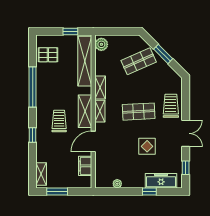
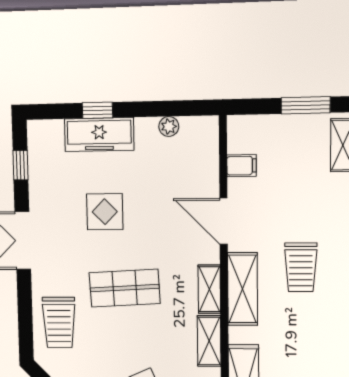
trolley: (171, 106) -> (59, 322), moved
door: (93, 142) -> (224, 221), swing flipped
filing cabinet: (85, 166) -> (242, 166), width x0.50
freezer: (161, 181) -> (99, 135), moved

